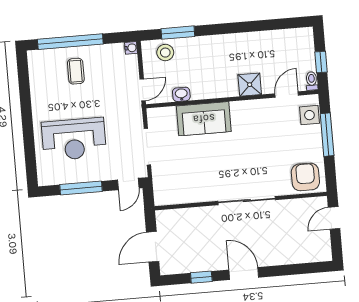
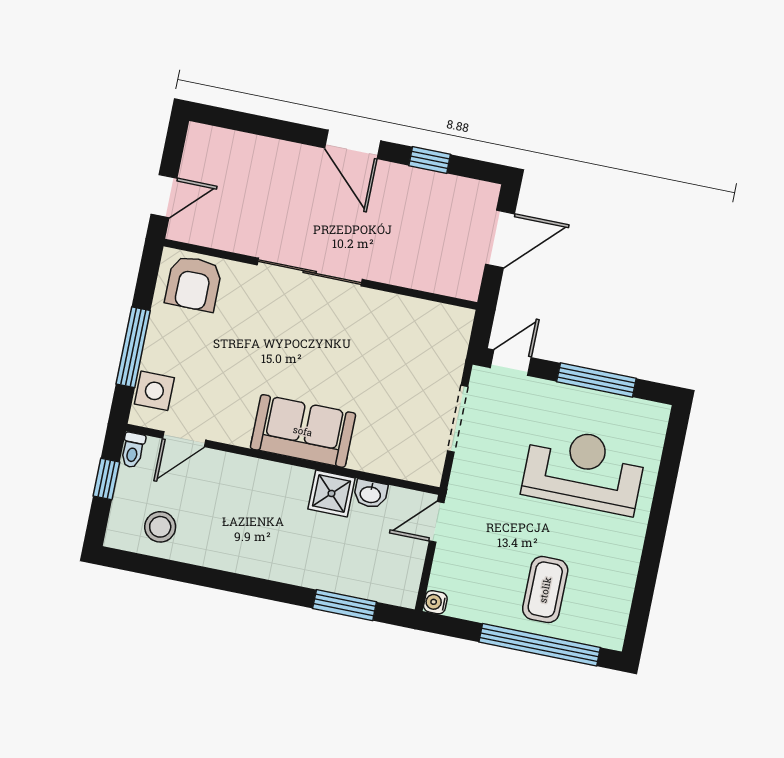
stool: (165, 53) -> (160, 527), moved
coffee table: (76, 71) -> (545, 590), width x1.36, depth x1.30
shower: (250, 85) -> (331, 493), moved
sofa: (204, 119) -> (303, 431), moved

